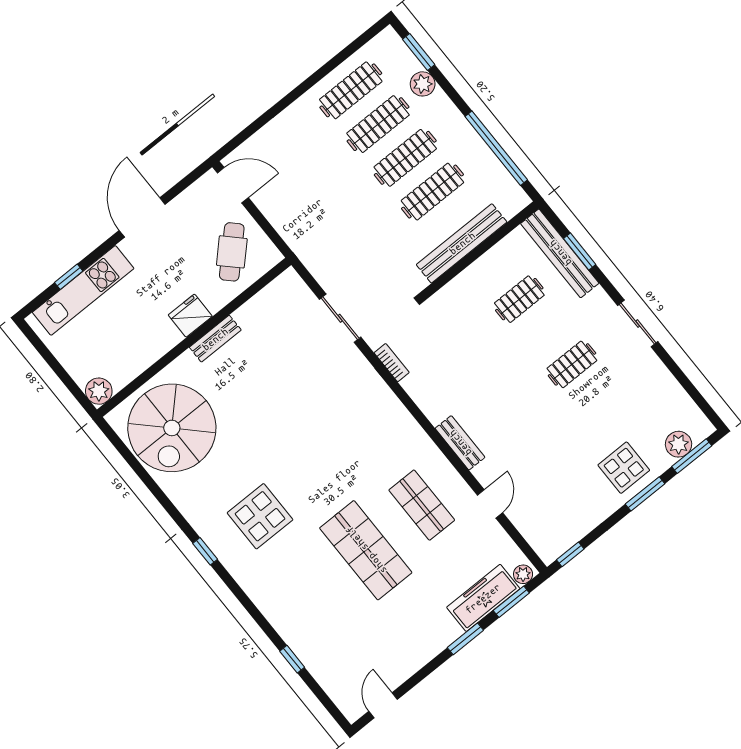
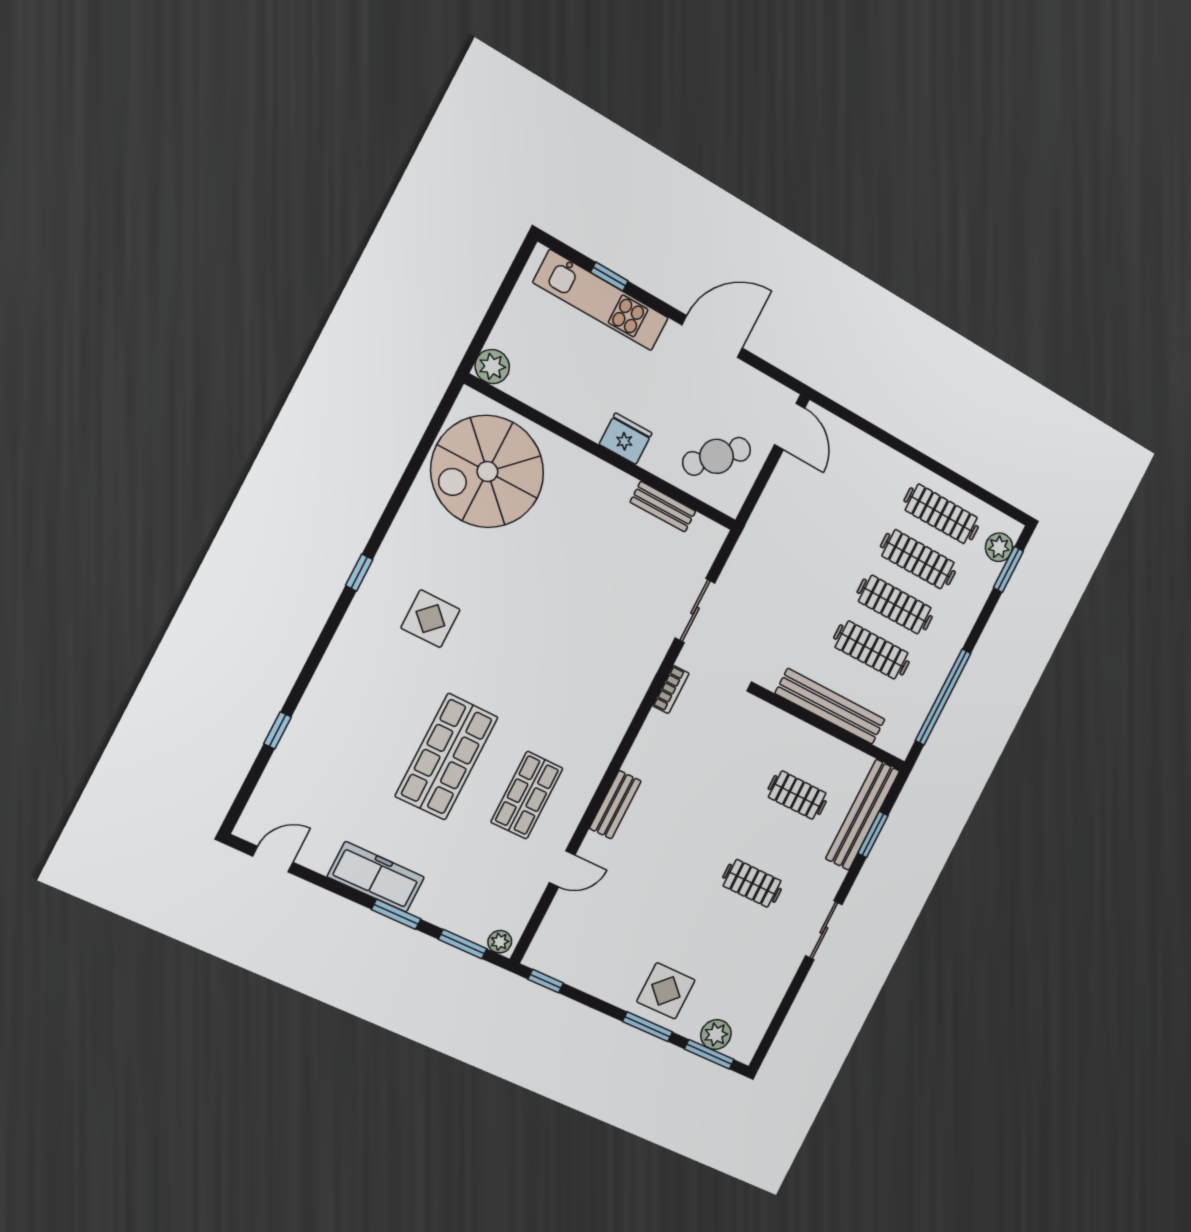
plant: (423, 84) -> (999, 547), moved
bench: (215, 339) -> (663, 507), moved
display table: (260, 516) -> (430, 619), width x0.73, depth x0.73
freezer: (483, 598) -> (376, 877), moved

